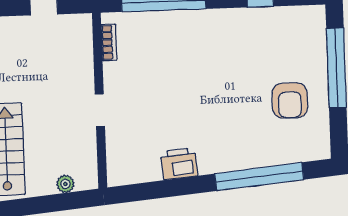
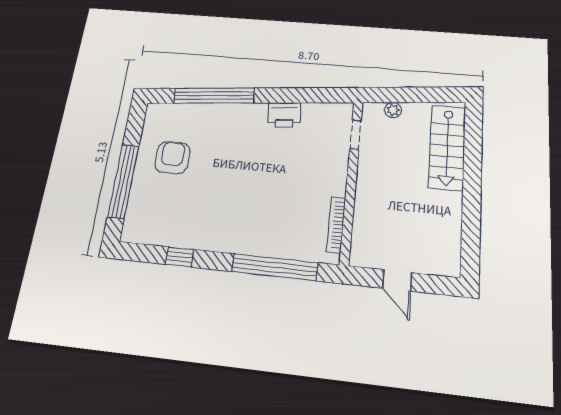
bookcase: (109, 42) -> (336, 225), width x1.56
doorway: (100, 110) -> (355, 135), moved

